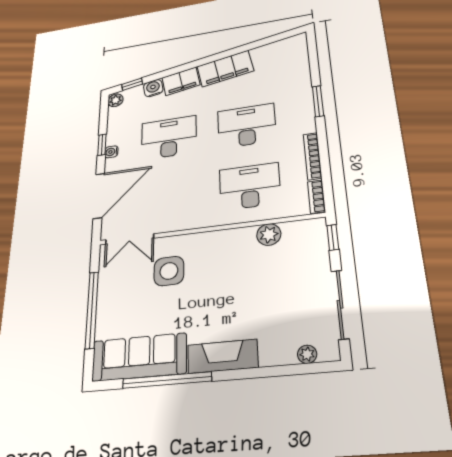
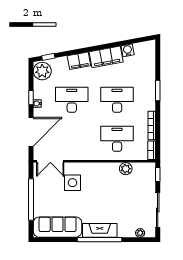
water cooler: (153, 88) -> (128, 50), moved
plant: (115, 100) -> (42, 71), width x1.88, depth x1.88
window: (167, 380) -> (99, 240), moved

